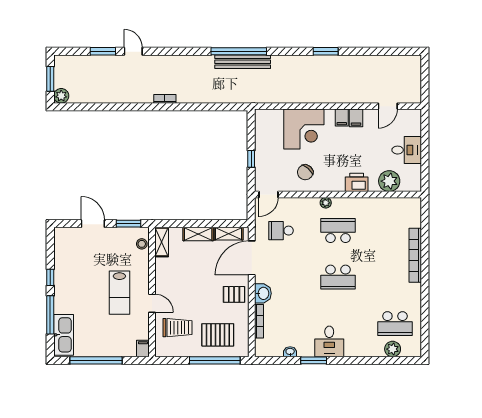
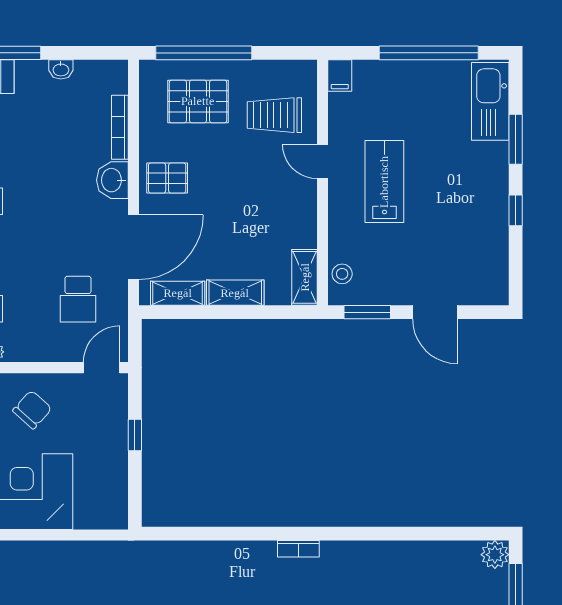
school desk: (281, 231) -> (78, 299), turned 90
window: (50, 315) -> (516, 139), width x0.69

